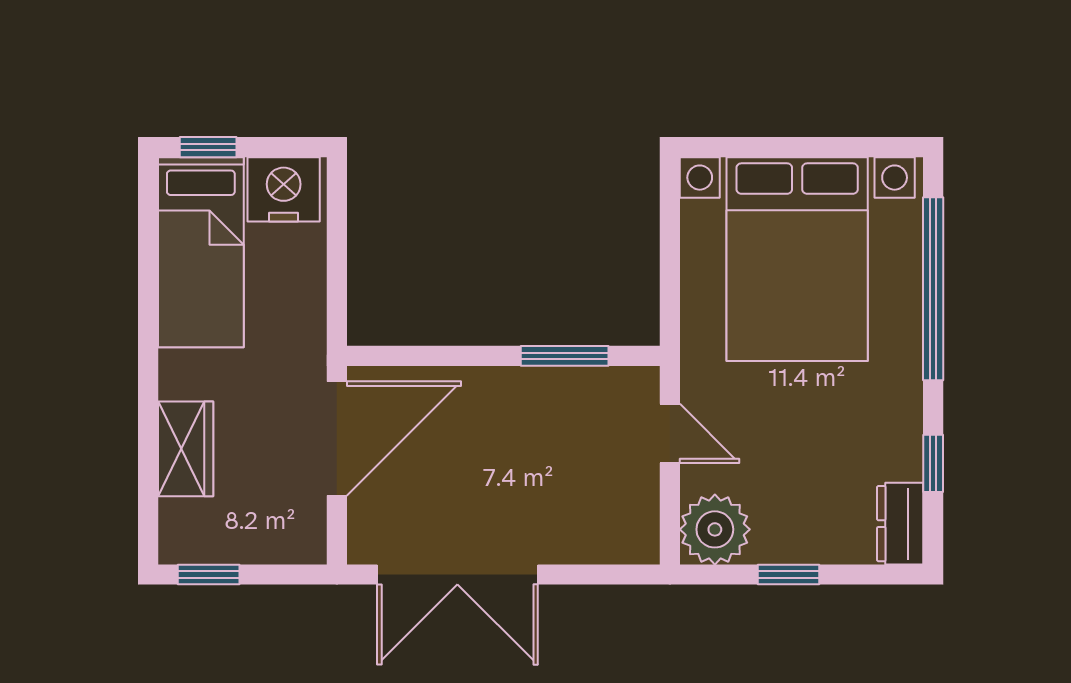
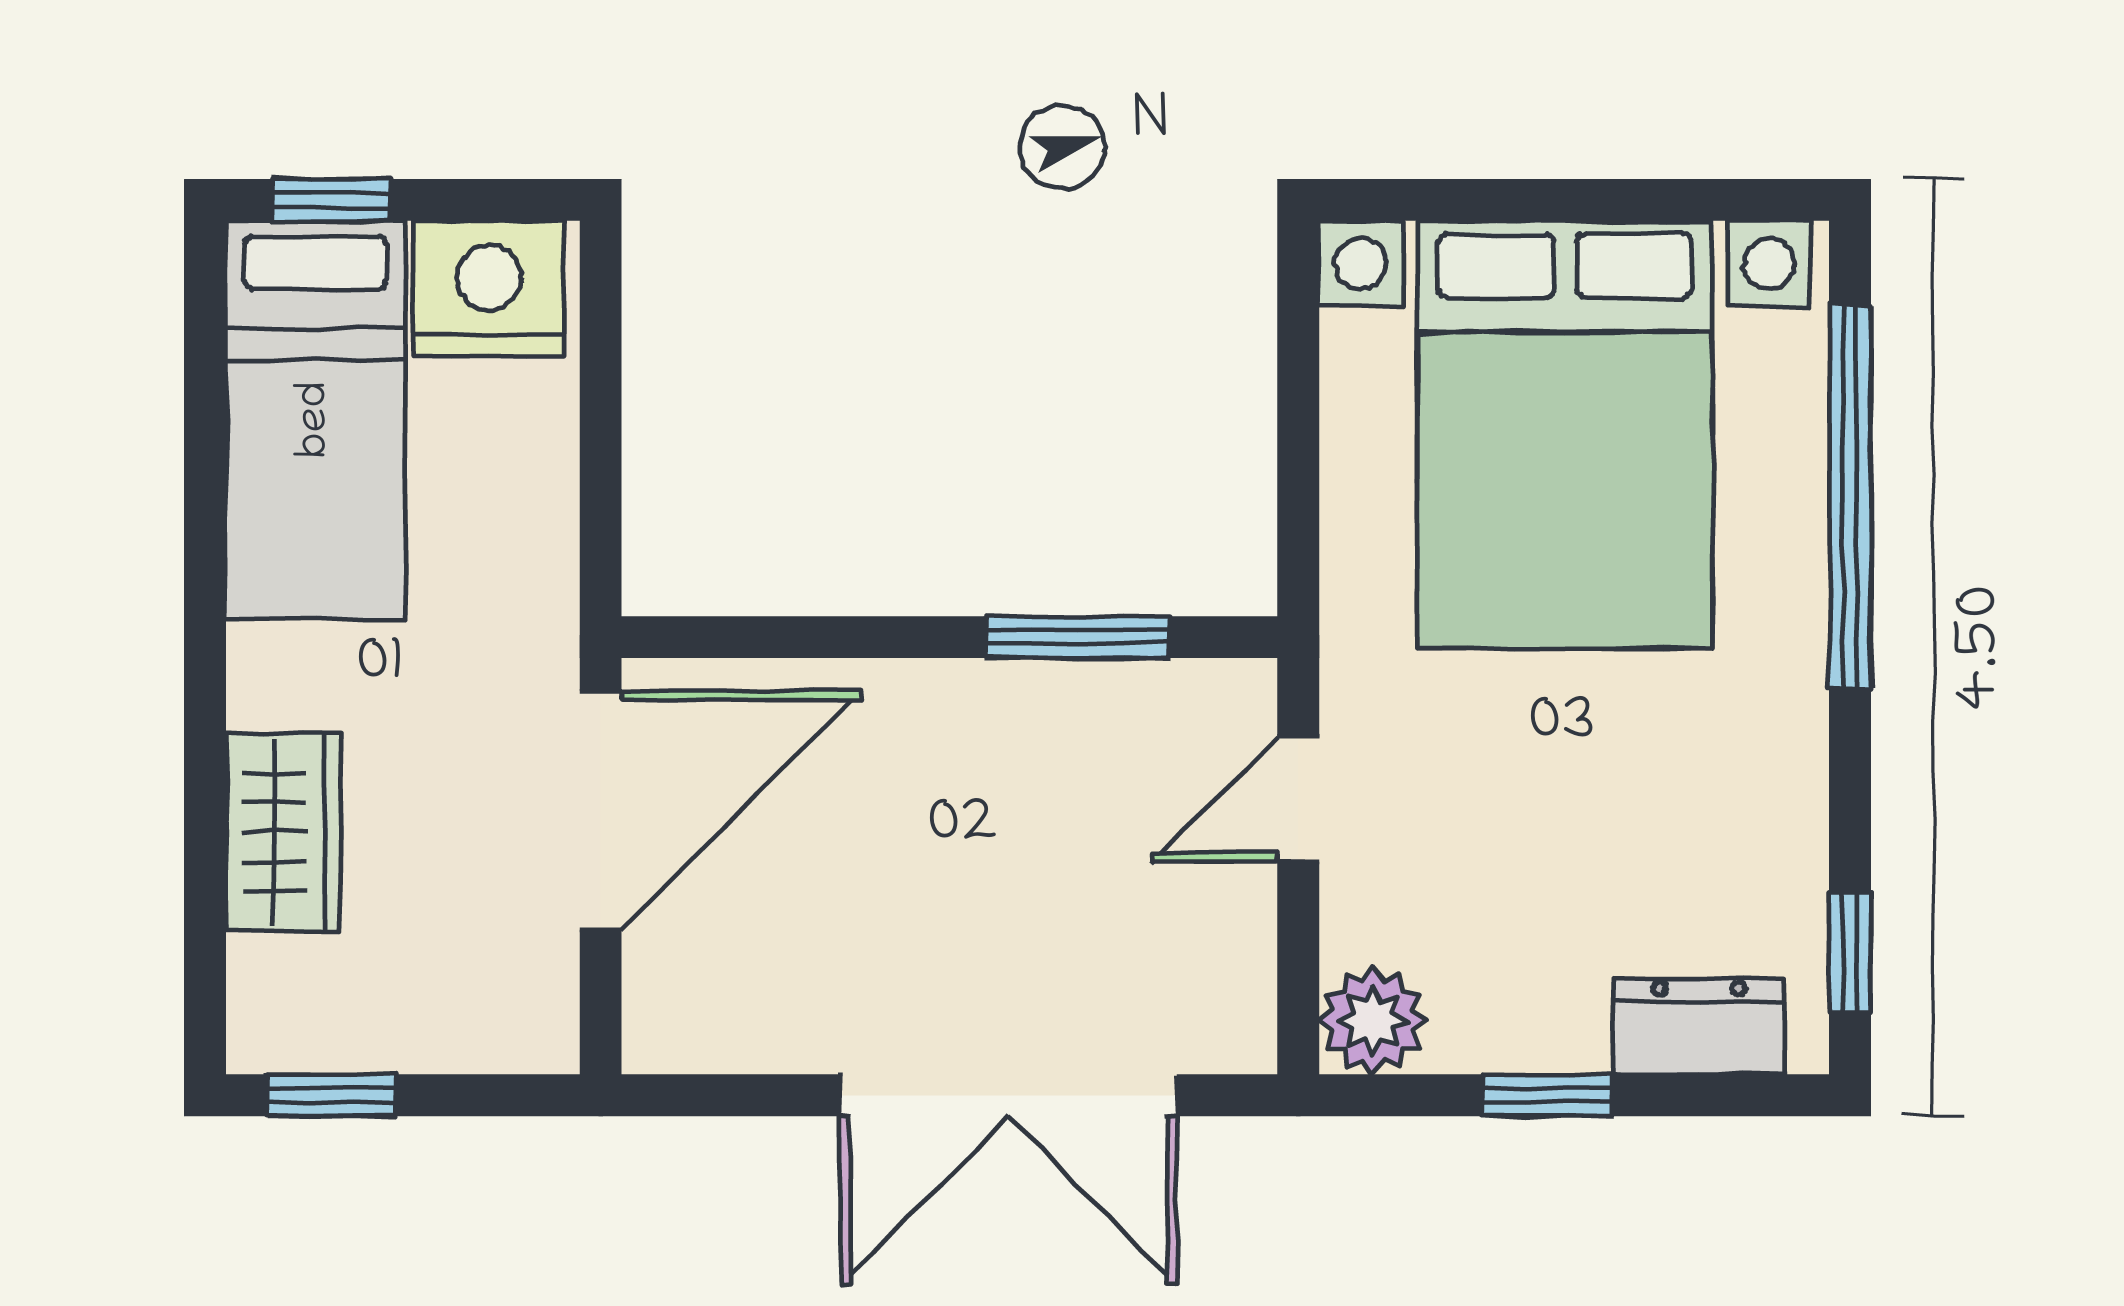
door: (670, 433) -> (1298, 800), swing flipped
window: (933, 463) -> (1850, 953), moved
dresser: (900, 524) -> (1699, 1026), moved, turned 90
plant: (715, 529) -> (1373, 1020), width x0.73, depth x0.73
double door: (457, 574) -> (1008, 1095), moved

